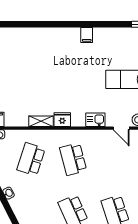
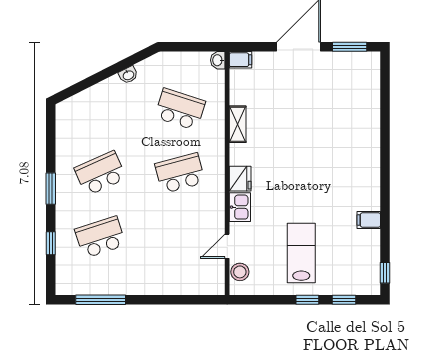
filing cabinet: (87, 35) -> (369, 220), moved
fridge: (62, 120) -> (240, 179), moved

